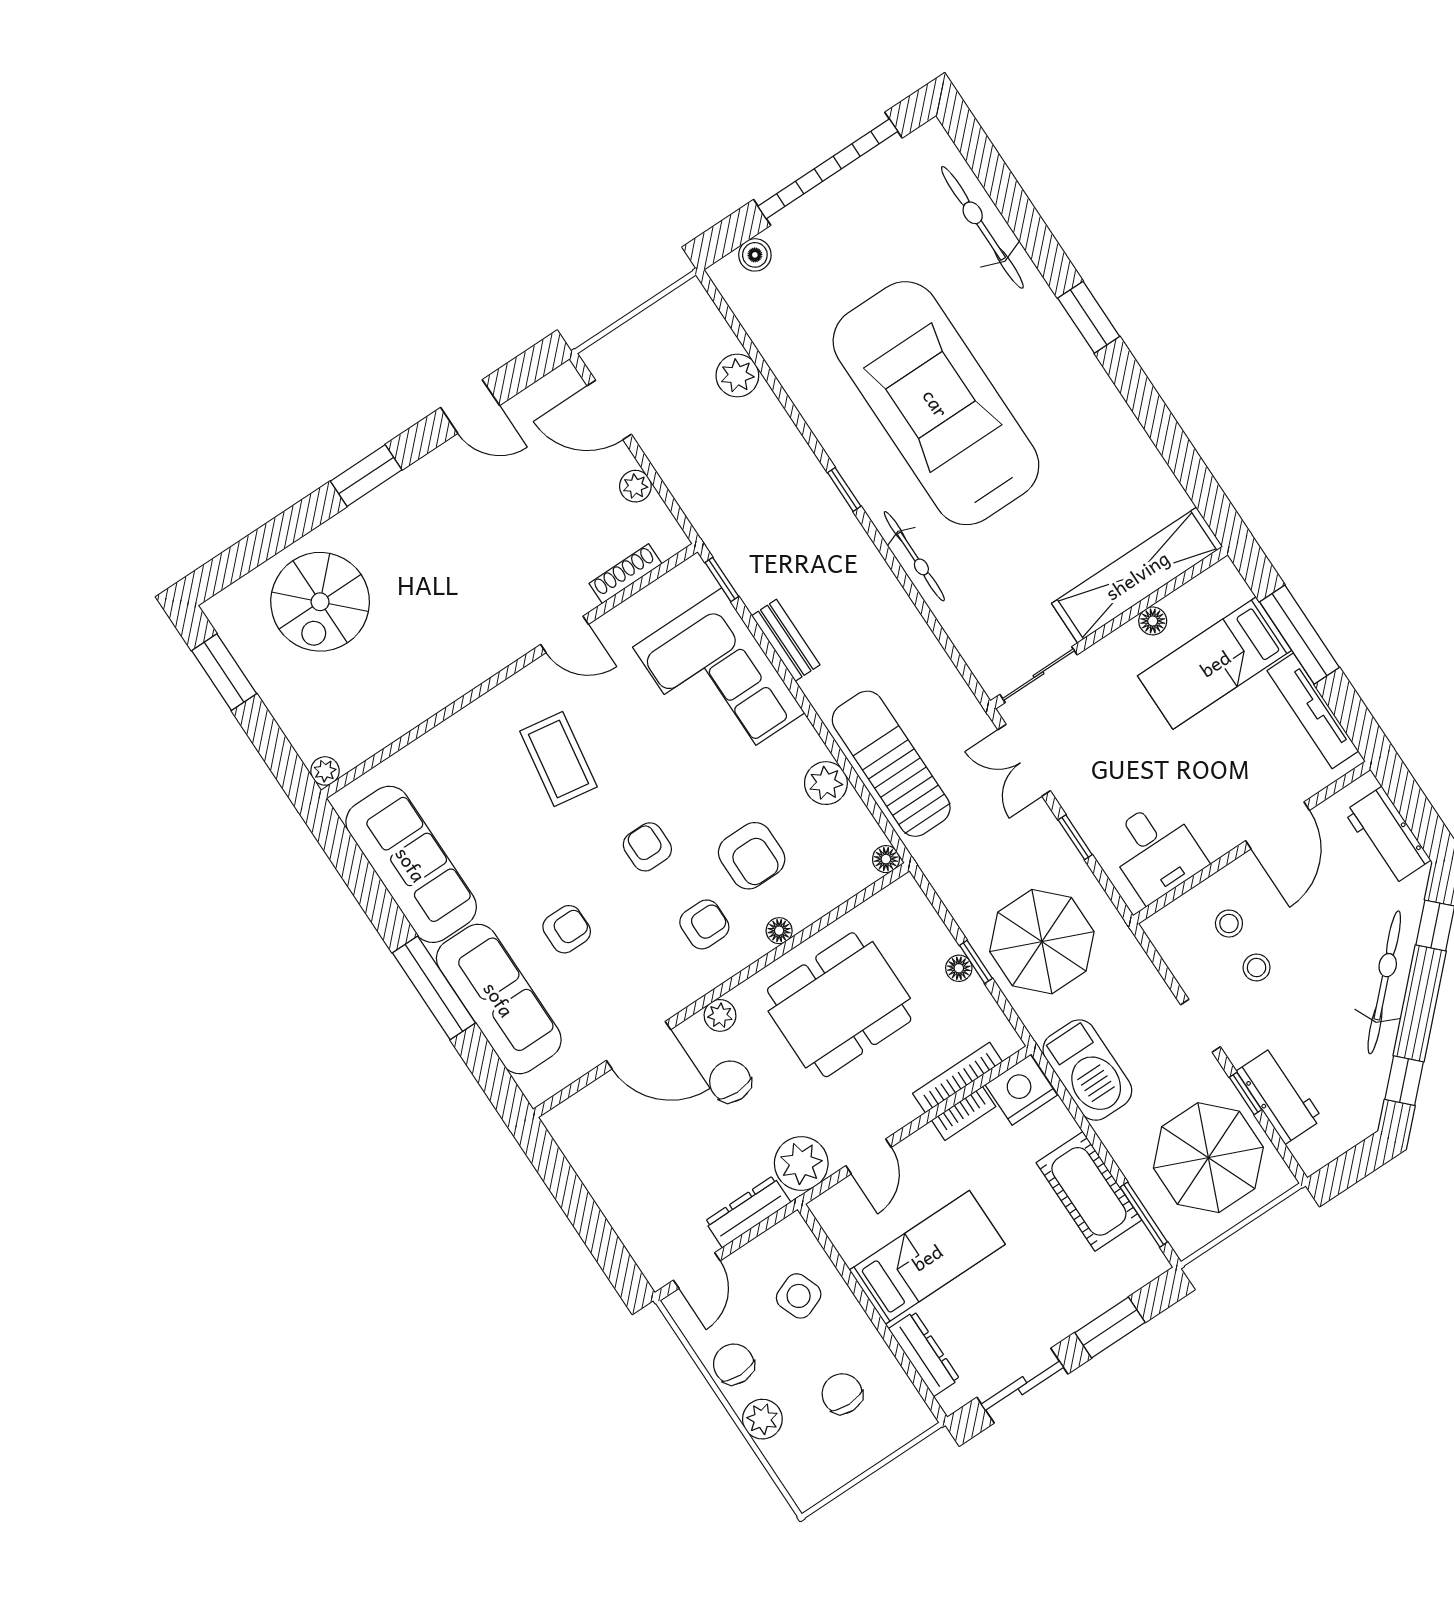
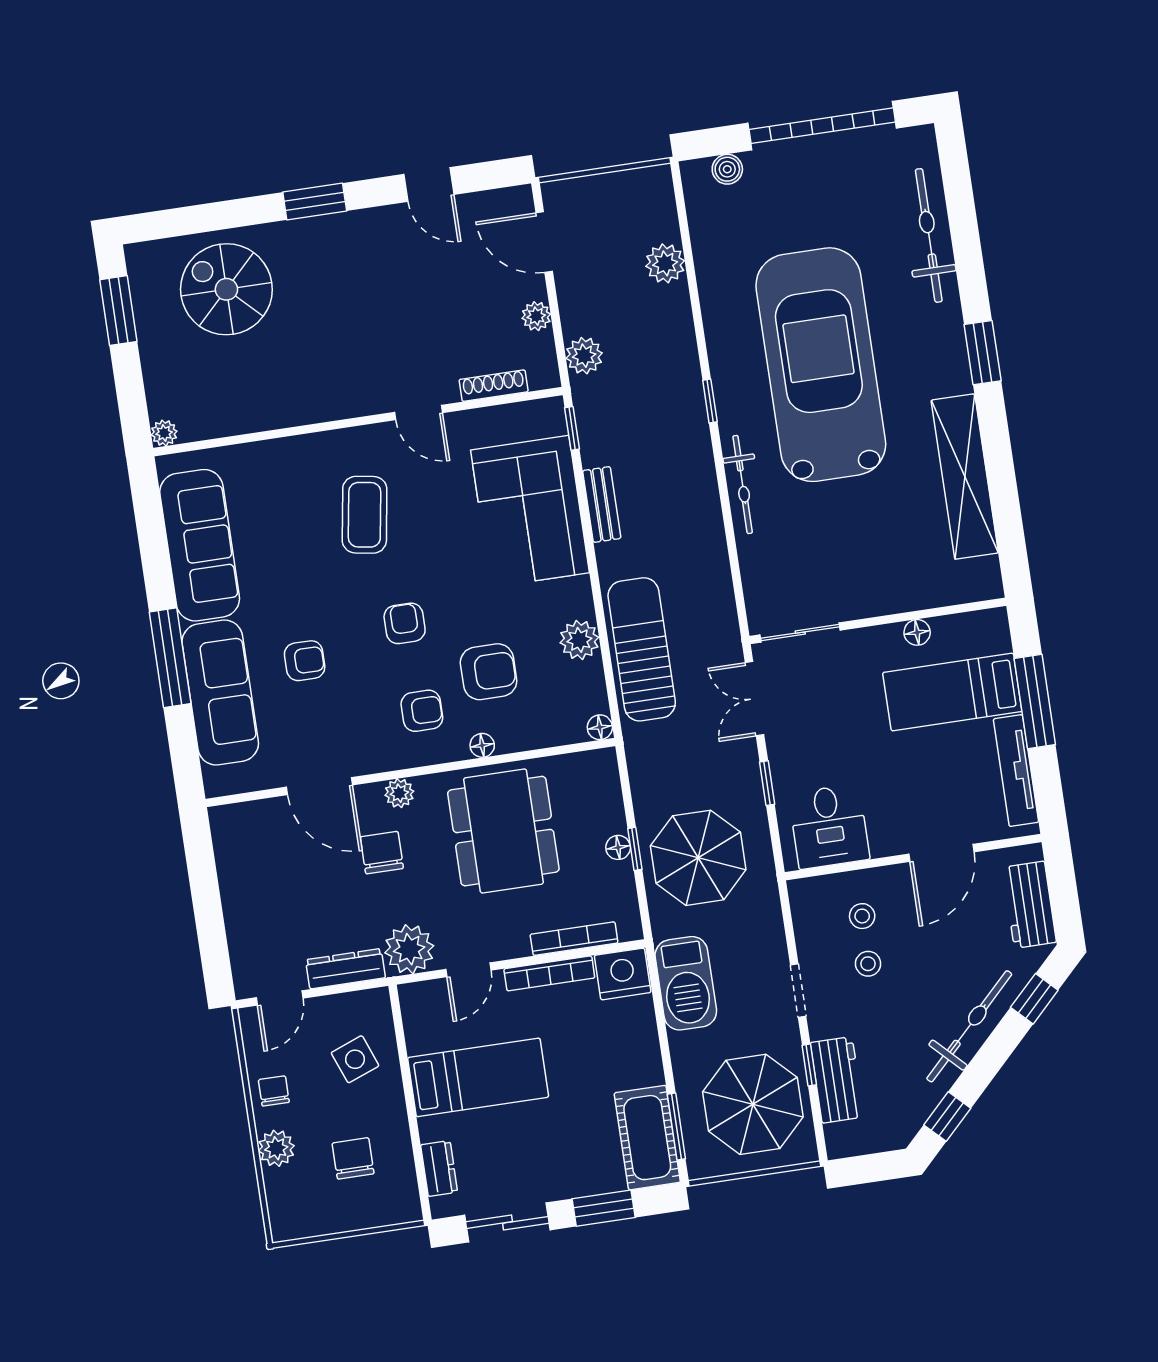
plant: (700, 503) -> (584, 356), added
shelving: (1137, 575) -> (965, 477), moved, turned 90
spiral stairs: (320, 602) -> (226, 289), turned 90
armchair: (752, 856) -> (489, 672), turned -90
dining table: (839, 1005) -> (503, 831), turned 90
bookcase: (964, 1113) -> (549, 973), width x1.56
cot: (1089, 1191) -> (647, 1138), moved
dresser: (924, 1354) -> (439, 1169), width x0.70
chair: (734, 1364) -> (274, 1091), width x0.73, depth x0.73

